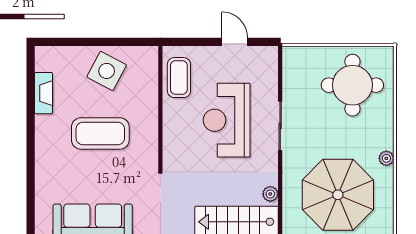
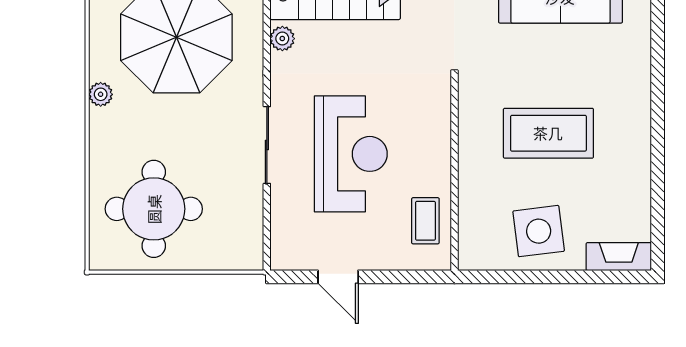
side table: (107, 71) -> (539, 231), turned -35
coffee table: (179, 78) -> (425, 221), width x0.73, depth x0.77
fireplace: (43, 93) -> (619, 257), moved, turned 90

